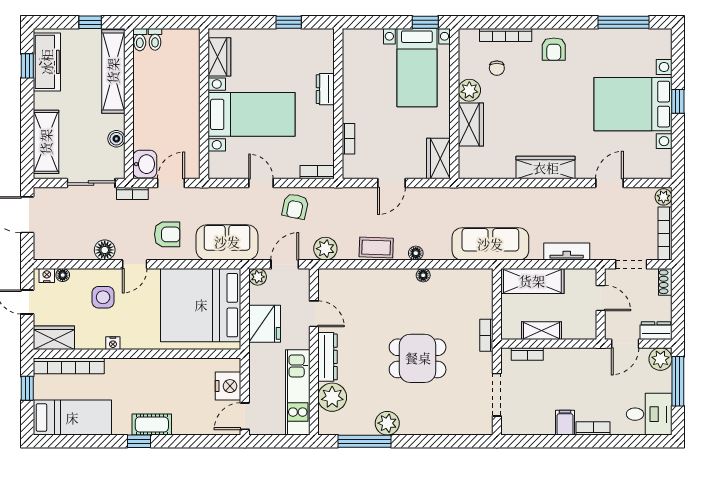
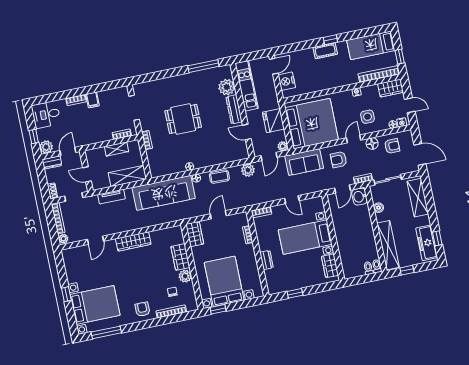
bed with nightstands: (417, 68) -> (224, 281), width x1.36
bed with nightstands: (633, 104) -> (95, 305), moved
armchair: (295, 206) -> (392, 146), moved, turned 78
sofa: (490, 244) -> (164, 193), width x1.36, depth x1.27
window: (678, 381) -> (34, 136), width x0.46
plant: (387, 423) -> (193, 79), removed

